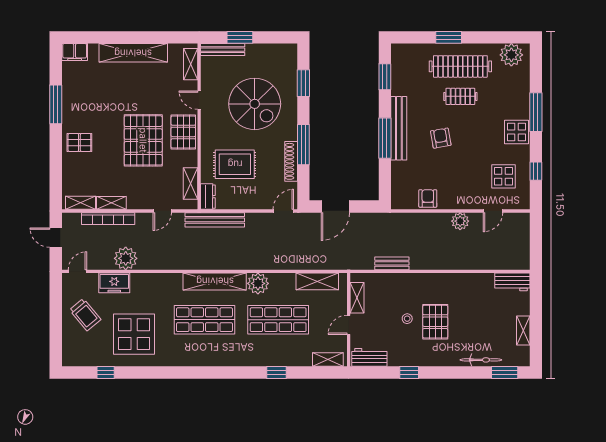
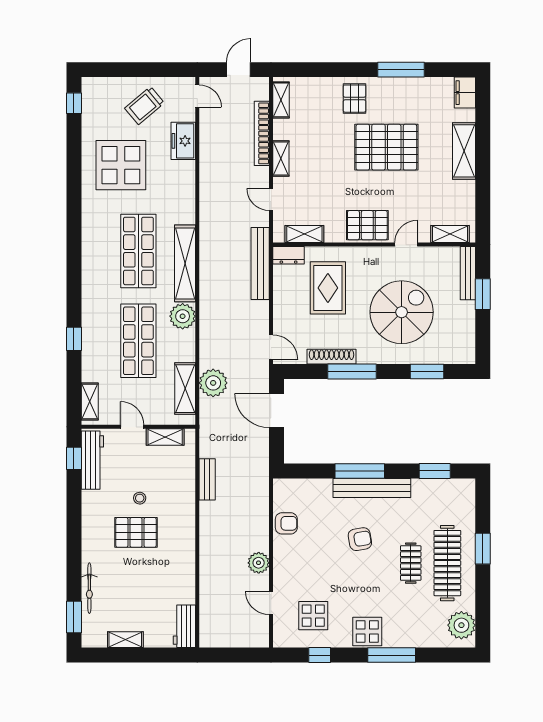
shelving: (133, 53) -> (464, 151), width x0.68
spiral stairs: (255, 104) -> (402, 312), turned 180
pallet: (143, 140) -> (386, 147), moved
shelving: (111, 203) -> (281, 158), moved
plant: (126, 258) -> (213, 383), moved
workbench: (369, 357) -> (92, 460), width x1.38
window: (106, 373) -> (74, 103), moved
window: (409, 373) -> (74, 458), moved

